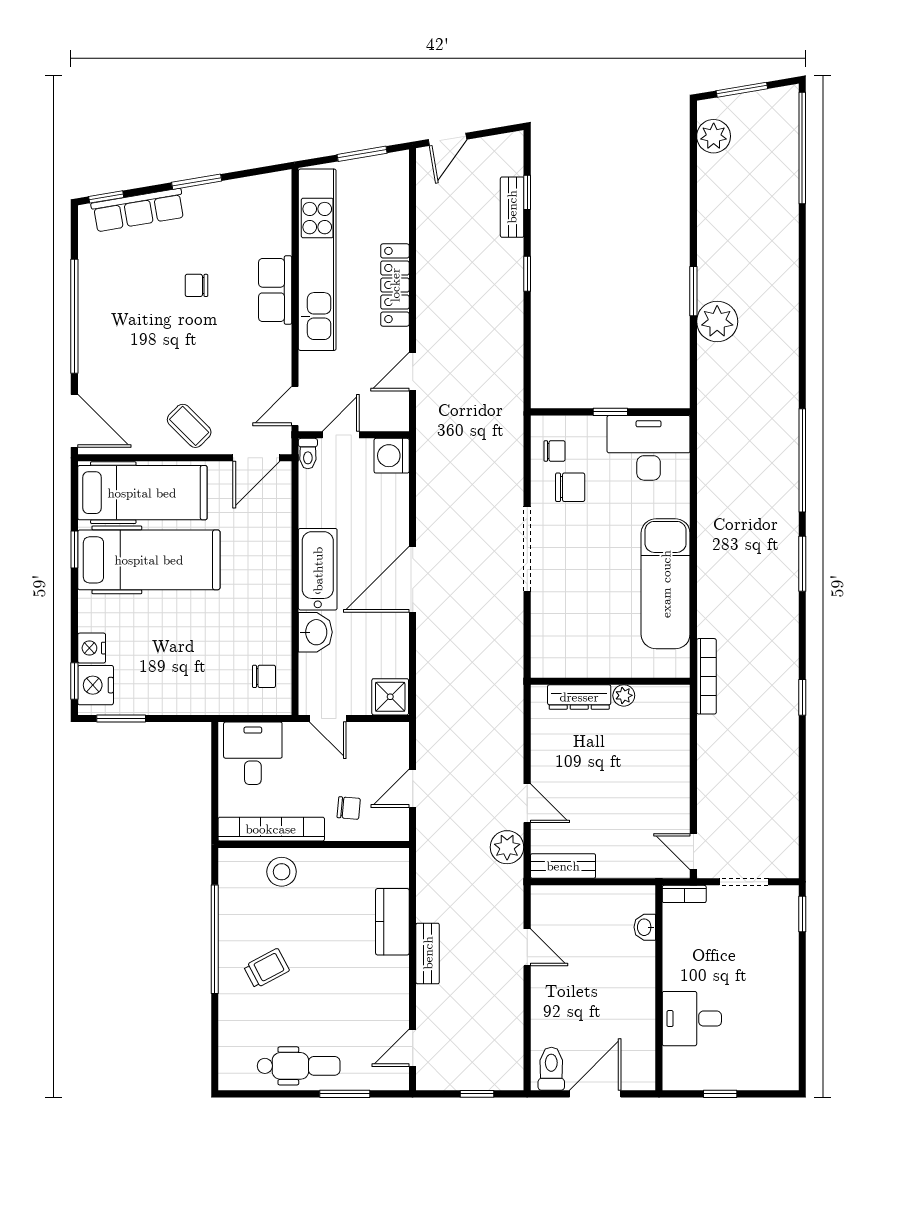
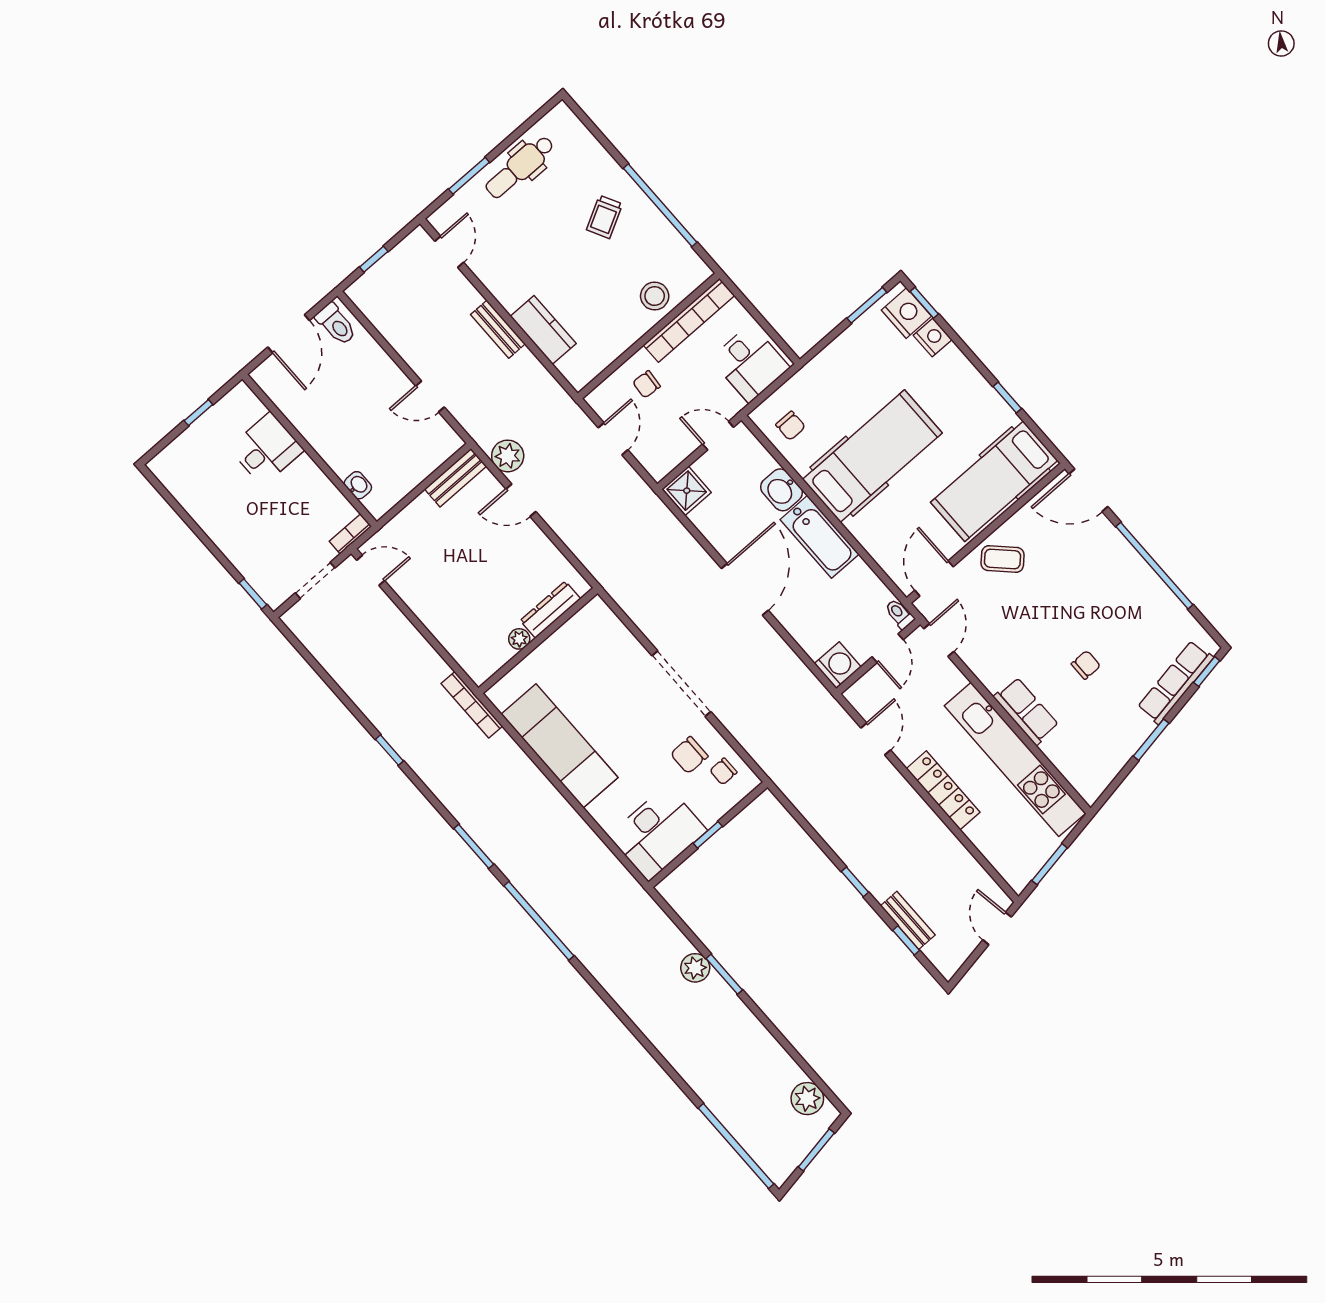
plant: (717, 321) -> (695, 968), width x0.73, depth x0.73
hospital bed: (149, 560) -> (872, 456), moved, turned 180
chair: (264, 676) -> (791, 426), turned -90

